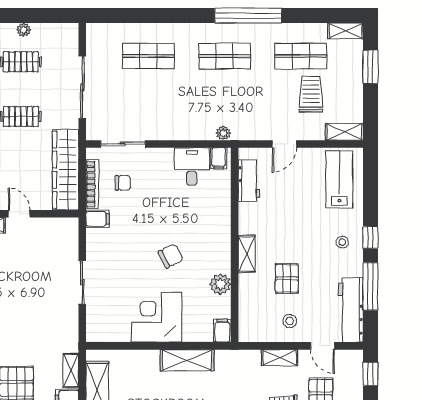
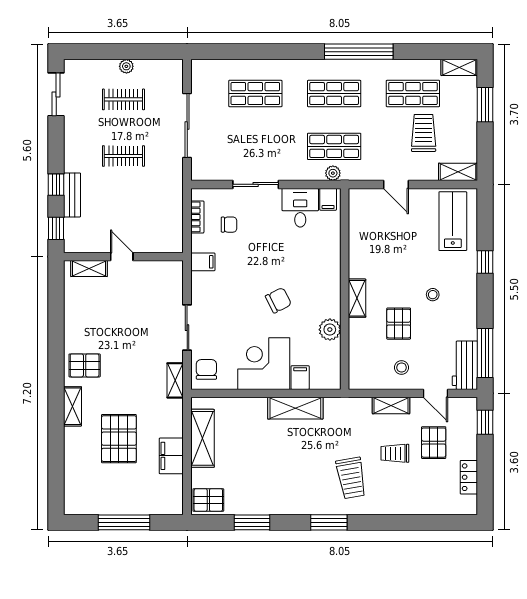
shop shelf: (225, 107) -> (334, 146), added
sliding door: (123, 144) -> (256, 184), moved
door: (284, 144) -> (396, 184), hinge flipped
wardrobe: (66, 170) -> (170, 211), removed
workbench: (249, 181) -> (359, 222), removed
bookcase: (92, 184) -> (197, 217), width x0.64
window: (370, 237) -> (485, 262), moved
stool: (342, 242) -> (433, 295), moved
window: (370, 286) -> (485, 353), moved
workbench: (351, 310) -> (465, 365), width x0.73
chair: (101, 323) -> (206, 369), added
filing cabinet: (222, 331) -> (300, 378), moved
shelving: (71, 370) -> (175, 380), moved

